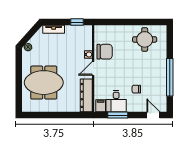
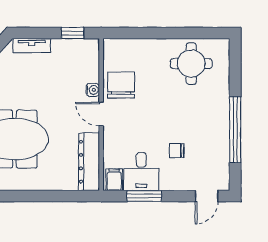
chair: (105, 52) -> (121, 85), turned -90
door: (93, 68) -> (101, 114), hinge flipped
door: (153, 115) -> (207, 196), swing flipped

